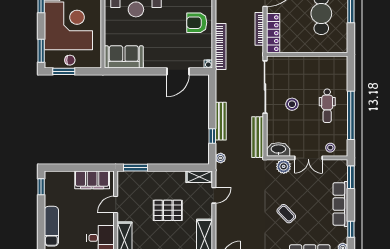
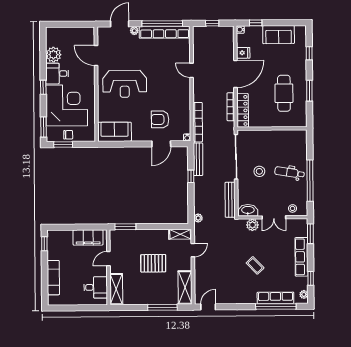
armchair: (197, 23) -> (160, 119), moved
dental chair: (327, 106) -> (290, 173), turned 99
bench: (221, 121) -> (198, 159), moved
window: (212, 136) -> (191, 176), moved

